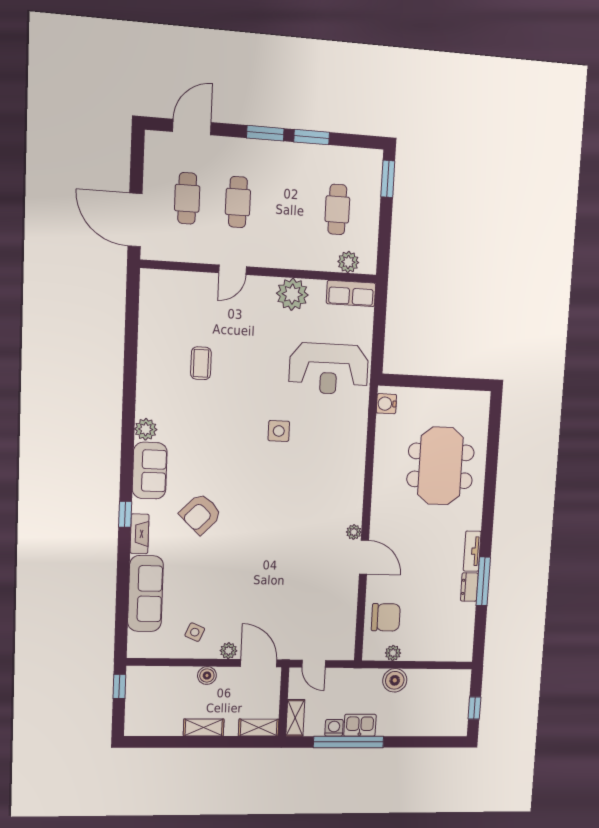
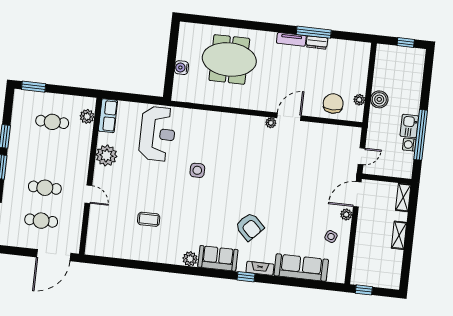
water cooler: (386, 404) -> (181, 68), moved, turned 90
boiler: (207, 676) -> (362, 230), removed
shelving: (295, 718) -> (399, 171), removed

